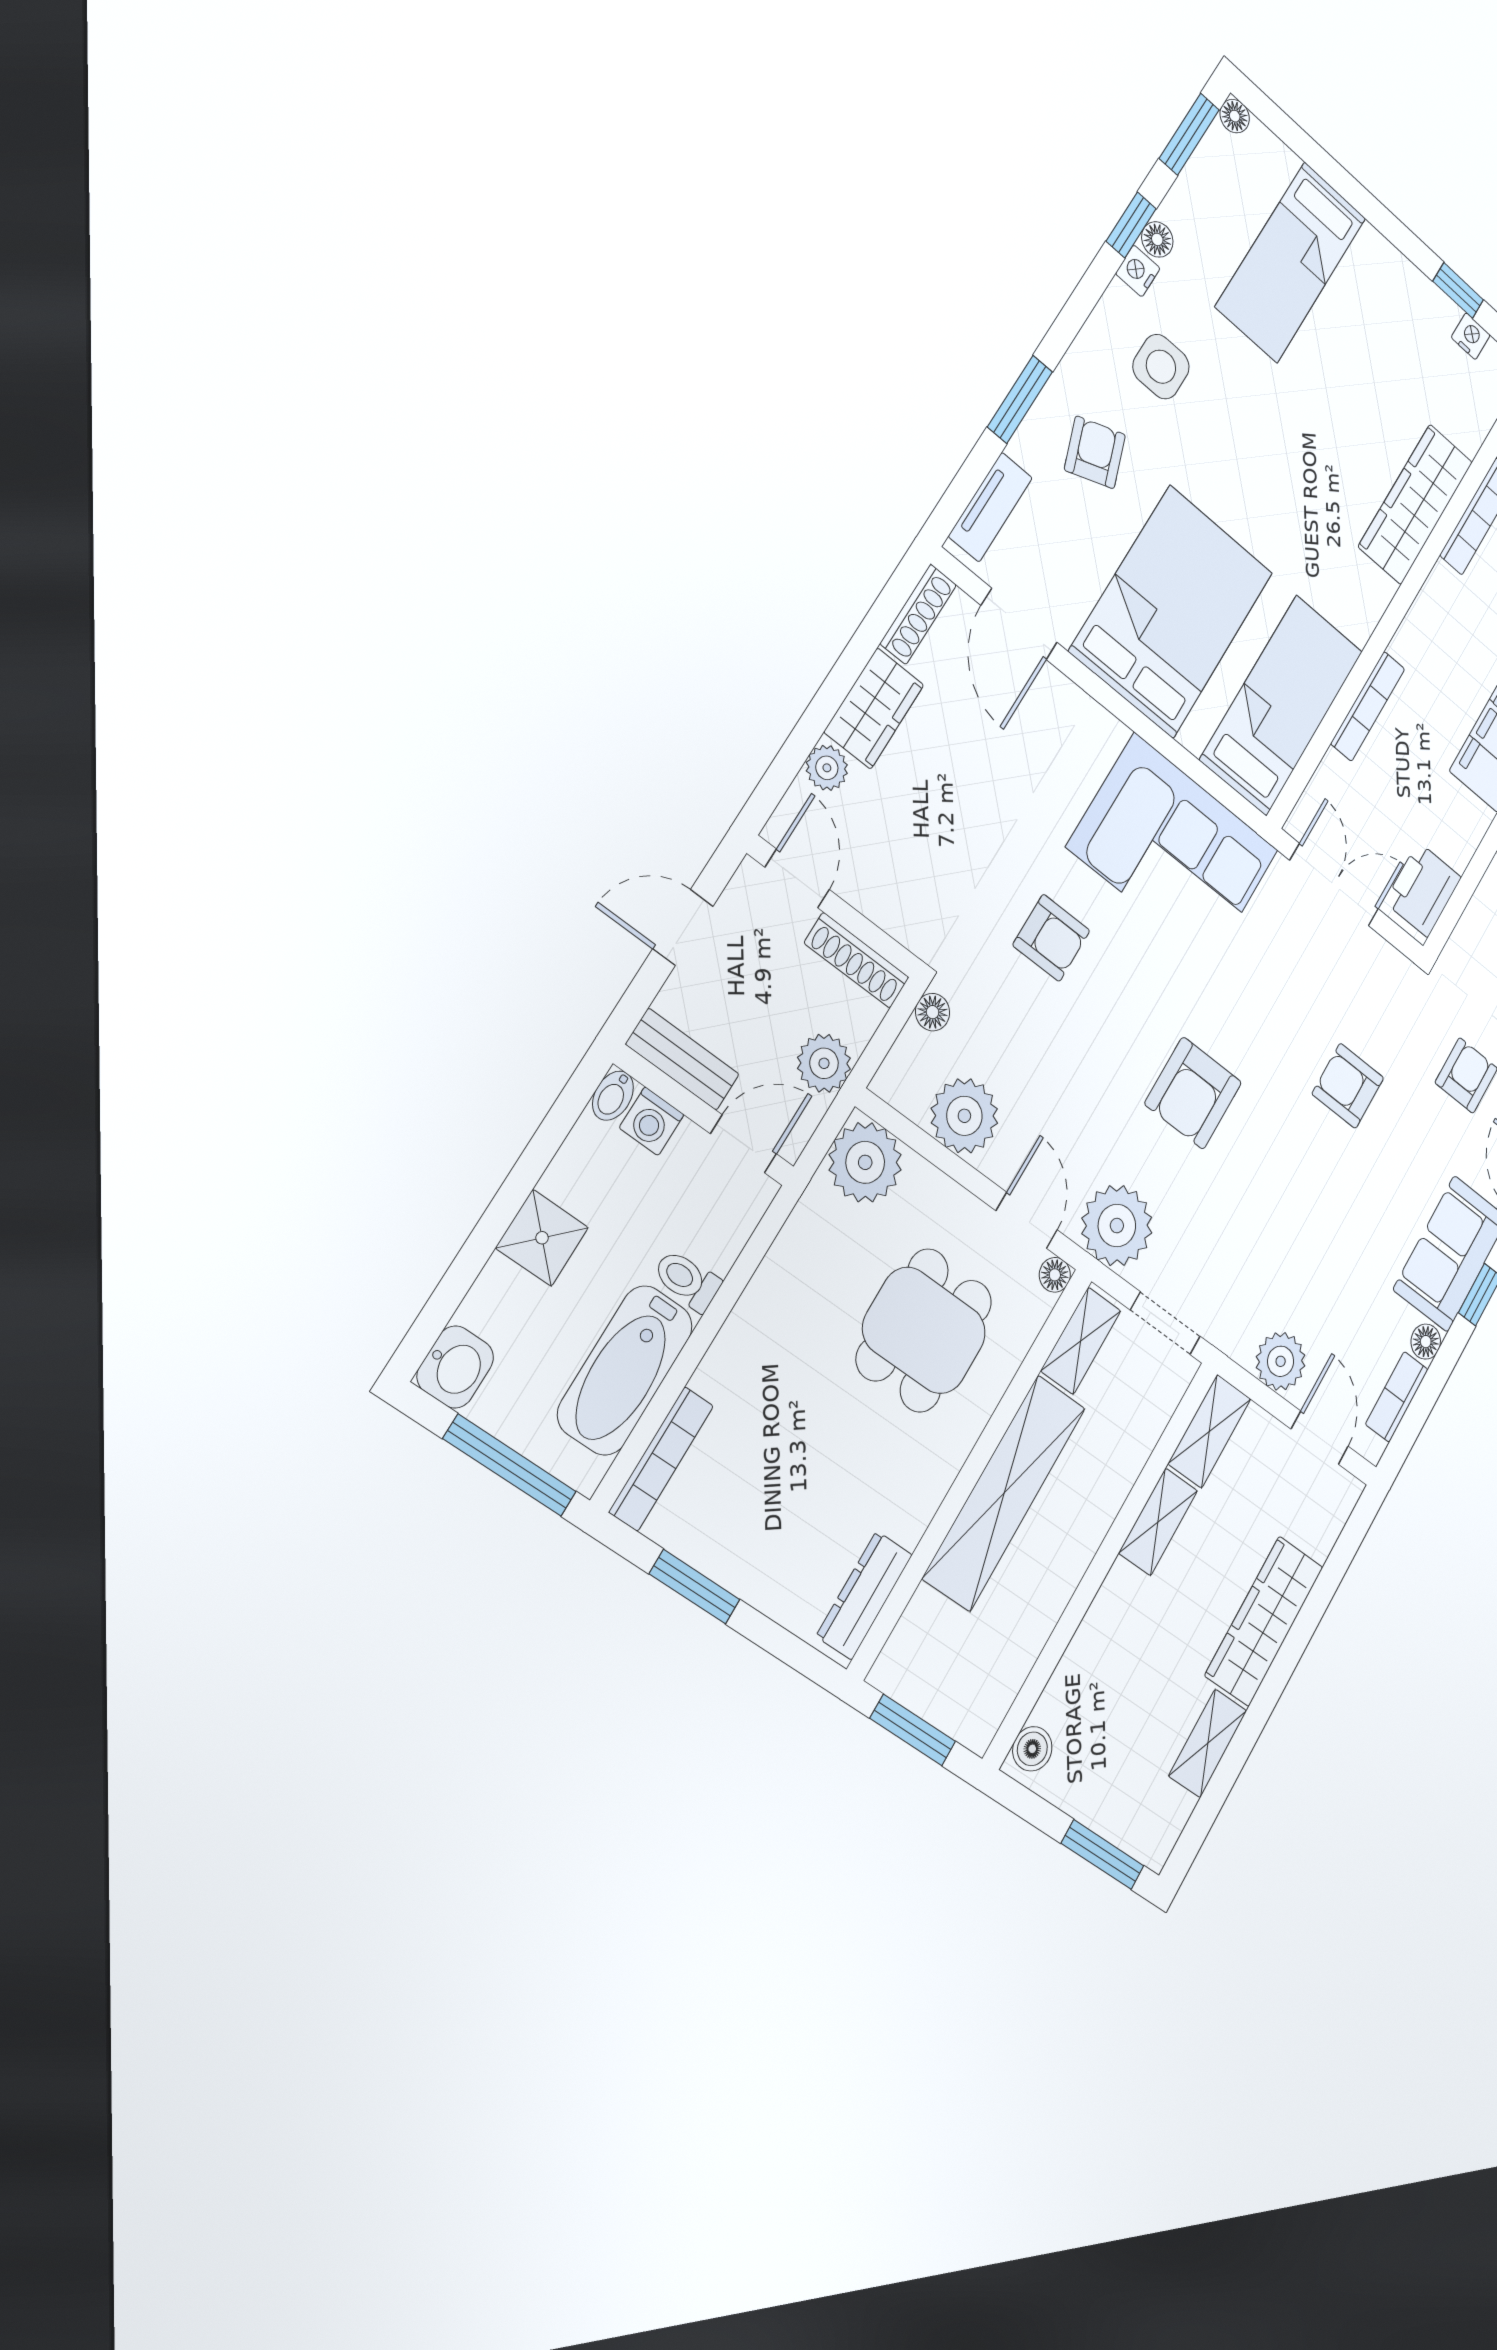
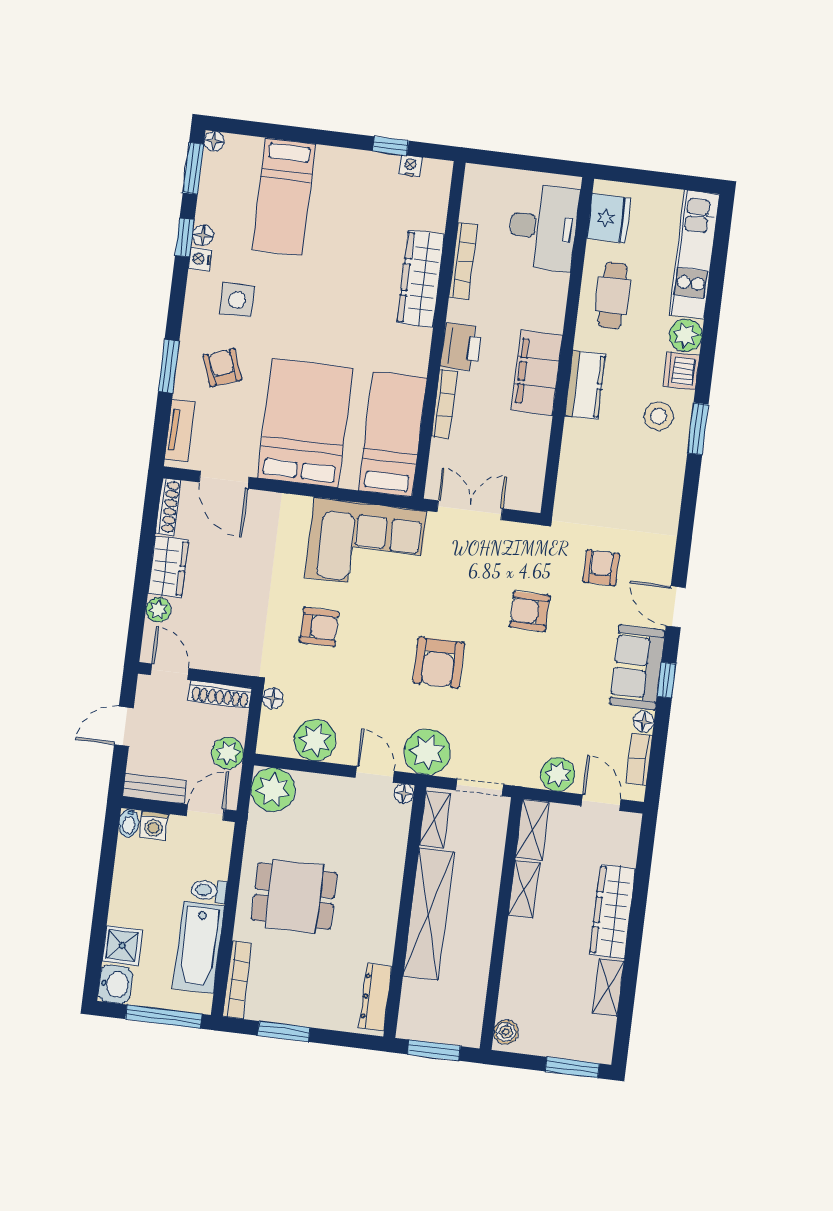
printer: (1423, 890) -> (461, 347), moved, turned 180
shower: (542, 1238) -> (122, 946), moved
dining table: (924, 1330) -> (294, 896), moved, turned 90

